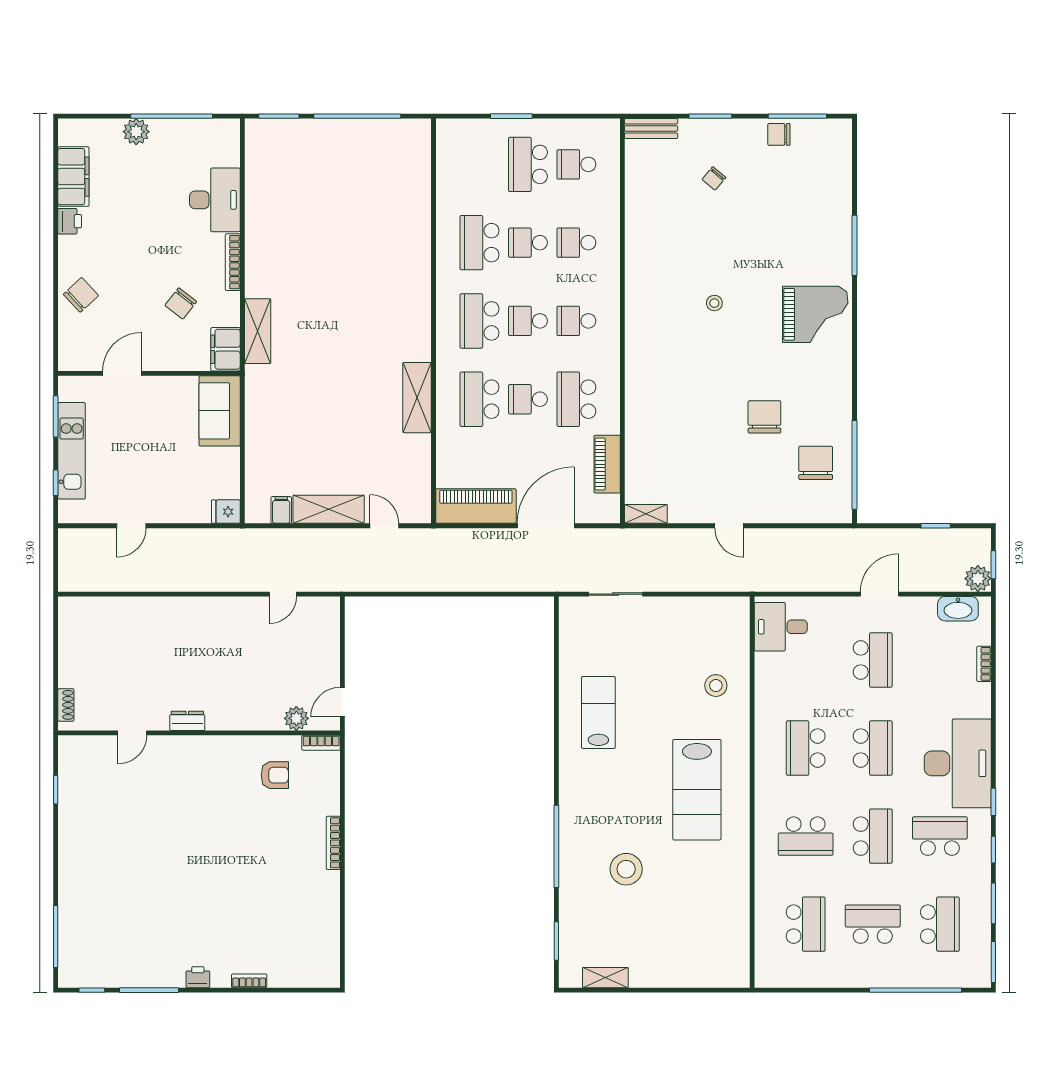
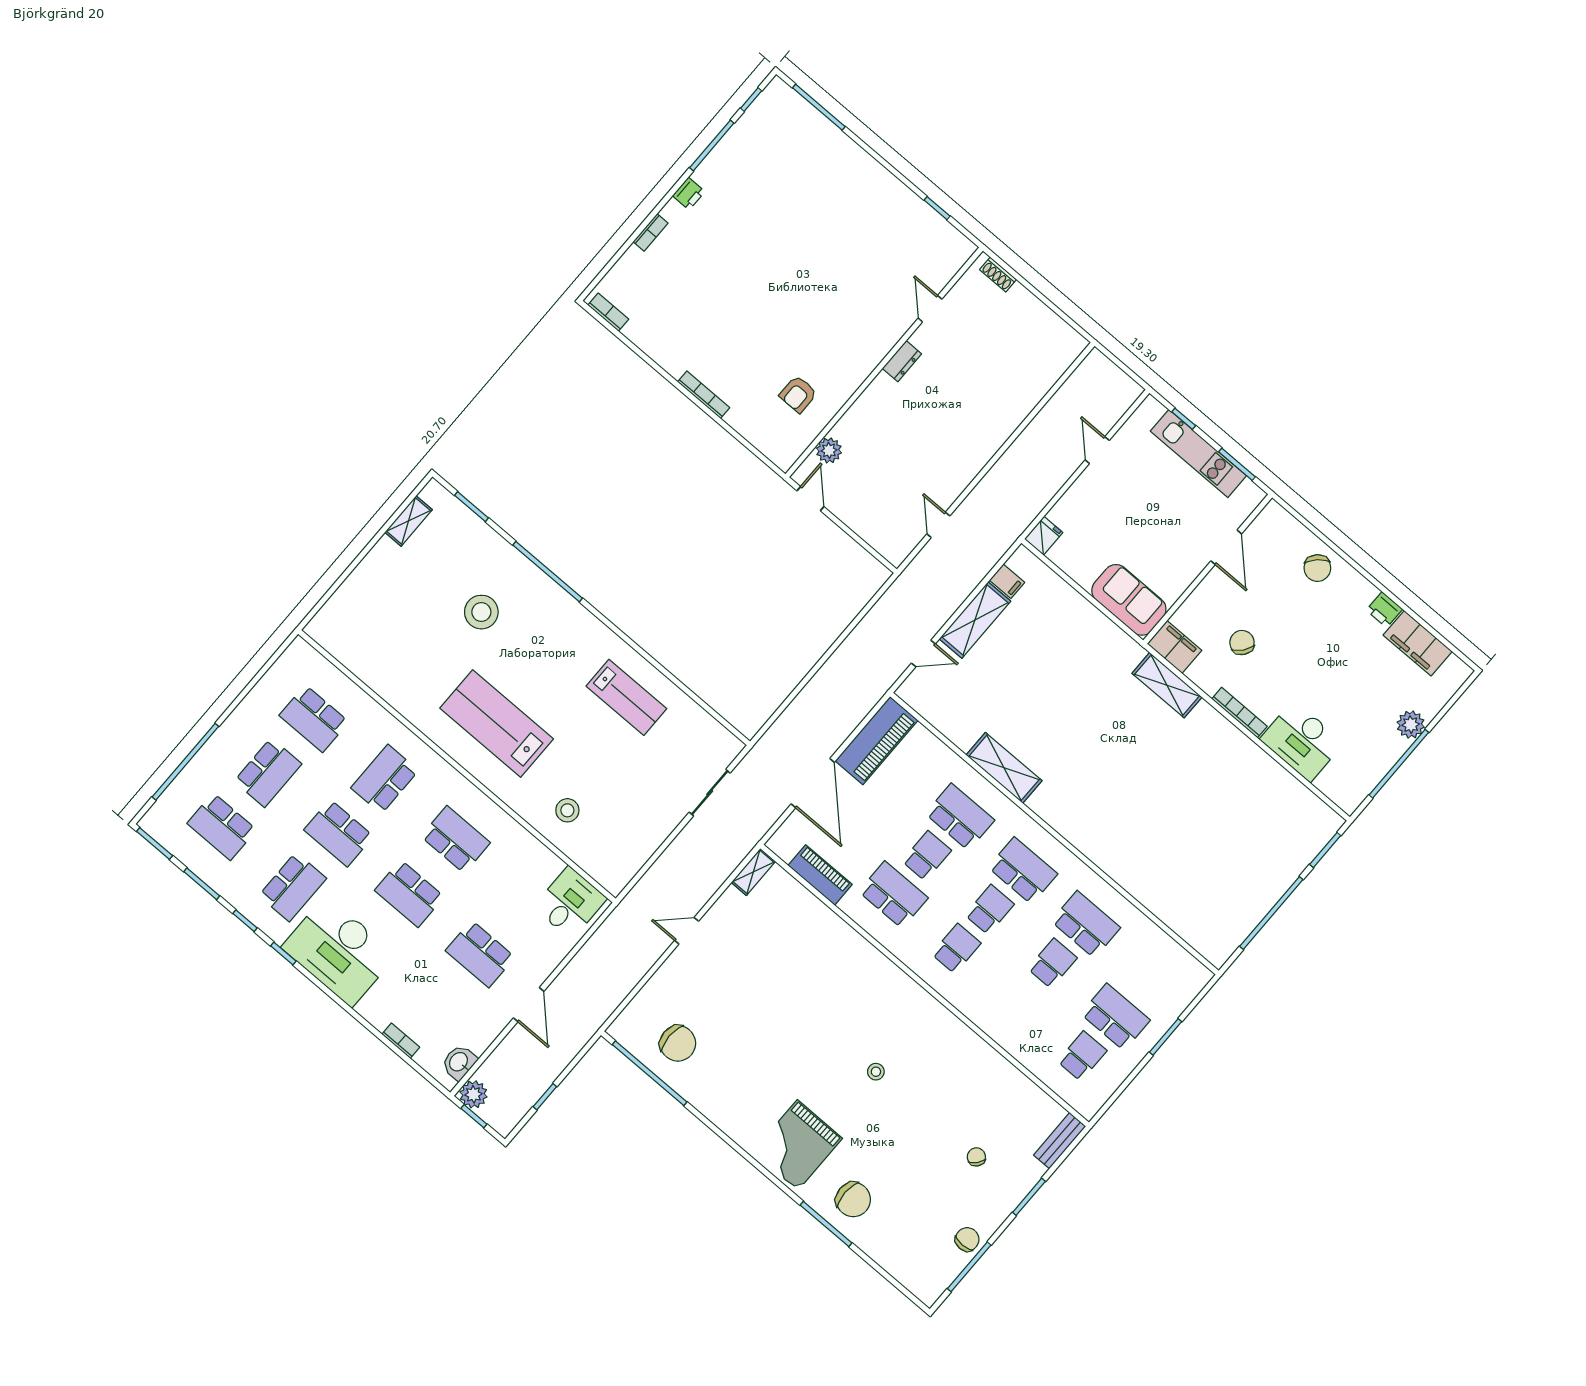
school desk: (576, 243) -> (1019, 1002), removed
chair: (764, 417) -> (853, 1200), moved
washbasin: (958, 609) -> (459, 1062), width x0.72
bookcase: (321, 743) -> (608, 312), moved, turned 90

